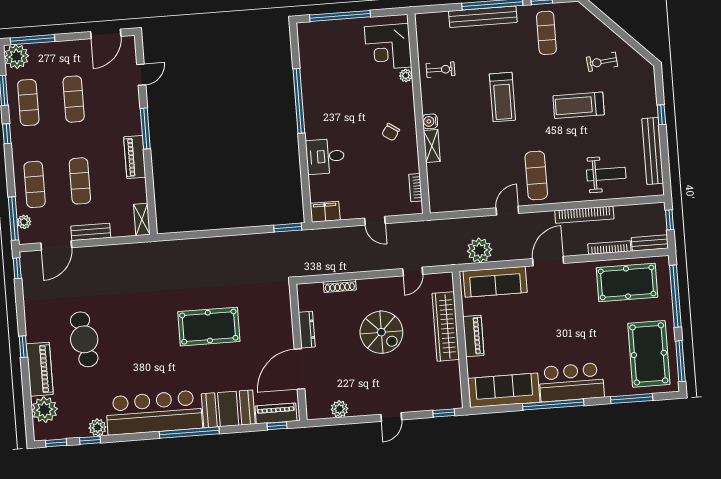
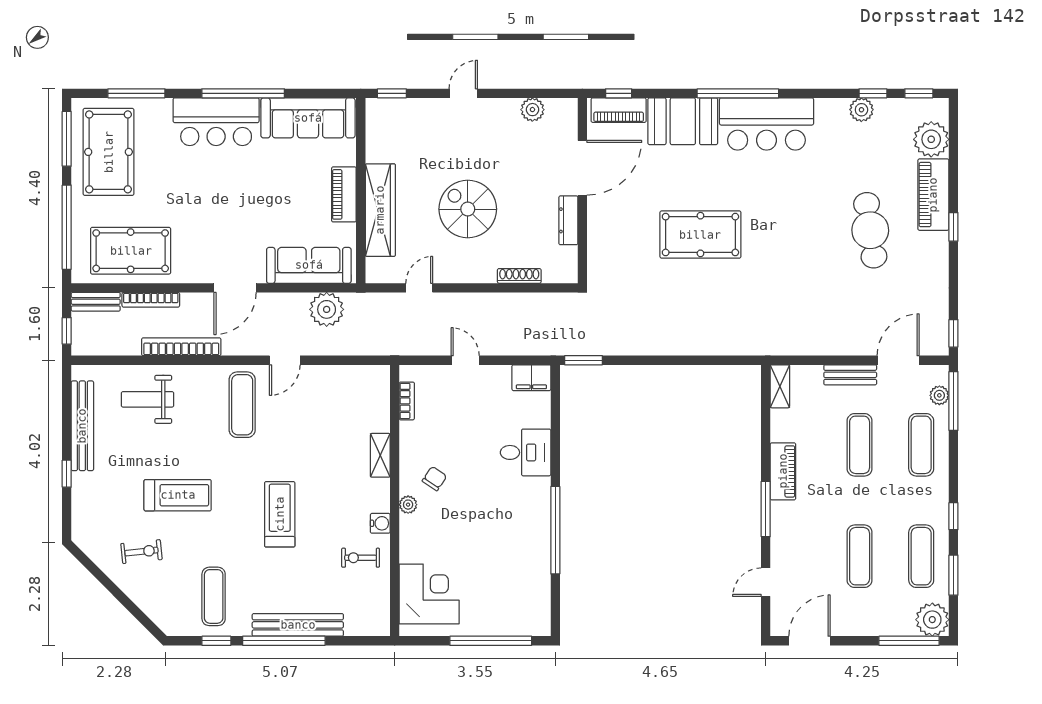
plant: (406, 75) -> (408, 505), moved
water cooler: (430, 121) -> (380, 523), moved
bar counter: (154, 413) -> (767, 124), width x0.73

